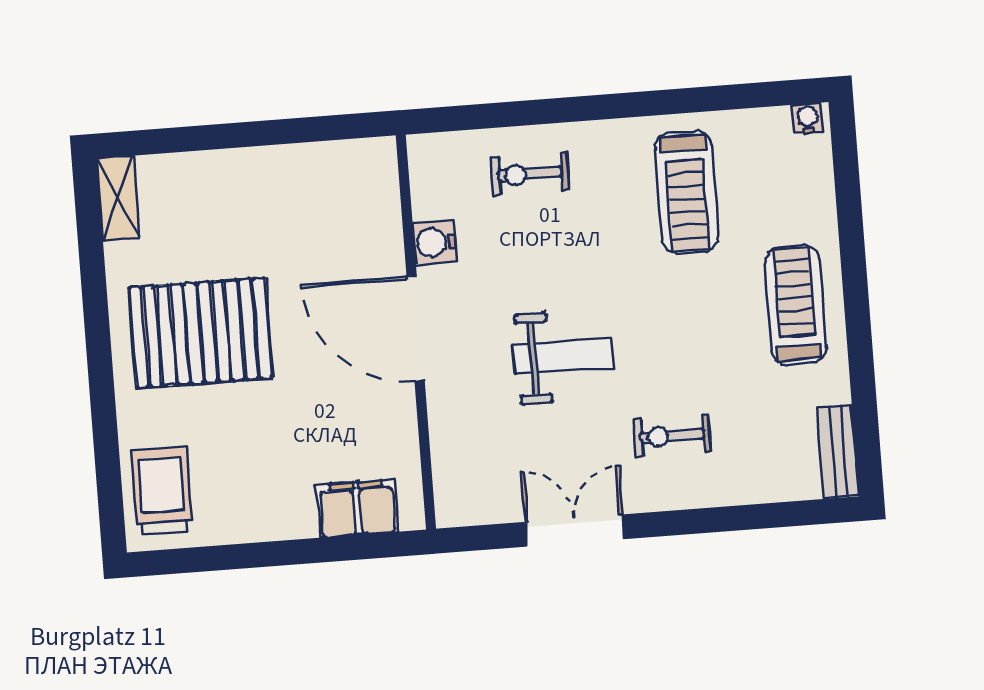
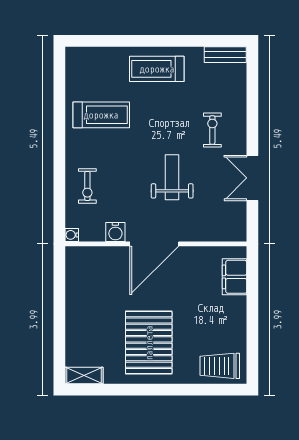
water cooler: (808, 118) -> (72, 235), moved
exercise bike: (672, 436) -> (212, 130), turned 180

